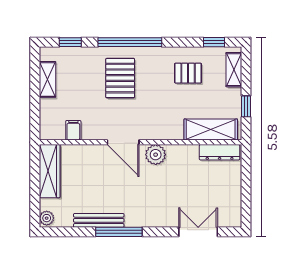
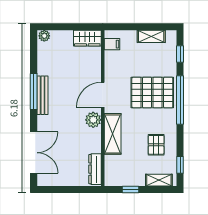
pallet: (120, 78) -> (152, 92), width x1.37, depth x1.41
filing cabinet: (73, 130) -> (112, 44), moved
shelving: (211, 130) -> (113, 134), moved
wardrobe: (50, 171) -> (87, 38), width x0.67
bench: (99, 220) -> (43, 95), moved
double door: (198, 232) -> (34, 153), width x1.37

